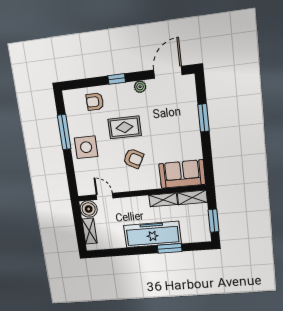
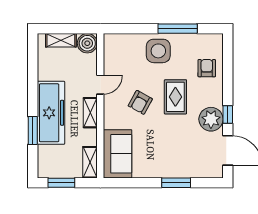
window: (117, 79) -> (228, 114), moved
plant: (140, 87) -> (211, 119), width x1.88, depth x1.88
door: (105, 196) -> (100, 85), moved
shelving: (163, 200) -> (90, 113), moved

